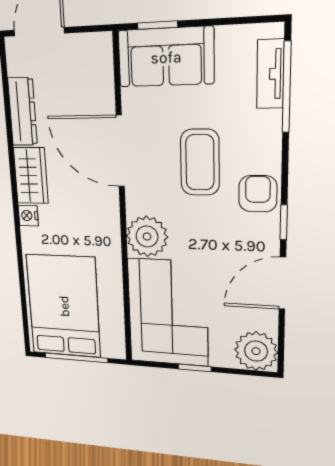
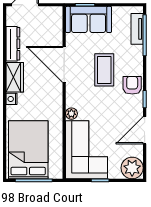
plant: (147, 236) -> (71, 114), width x0.53, depth x0.53

